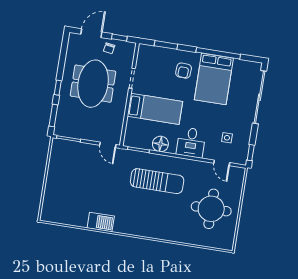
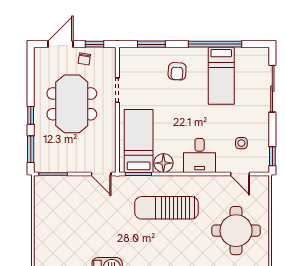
bed: (214, 79) -> (221, 76), width x0.67
sliding door: (259, 97) -> (272, 89), width x0.73
bed: (155, 109) -> (139, 141), moved, turned -90
sun lounger: (157, 181) -> (166, 208), turned 180

